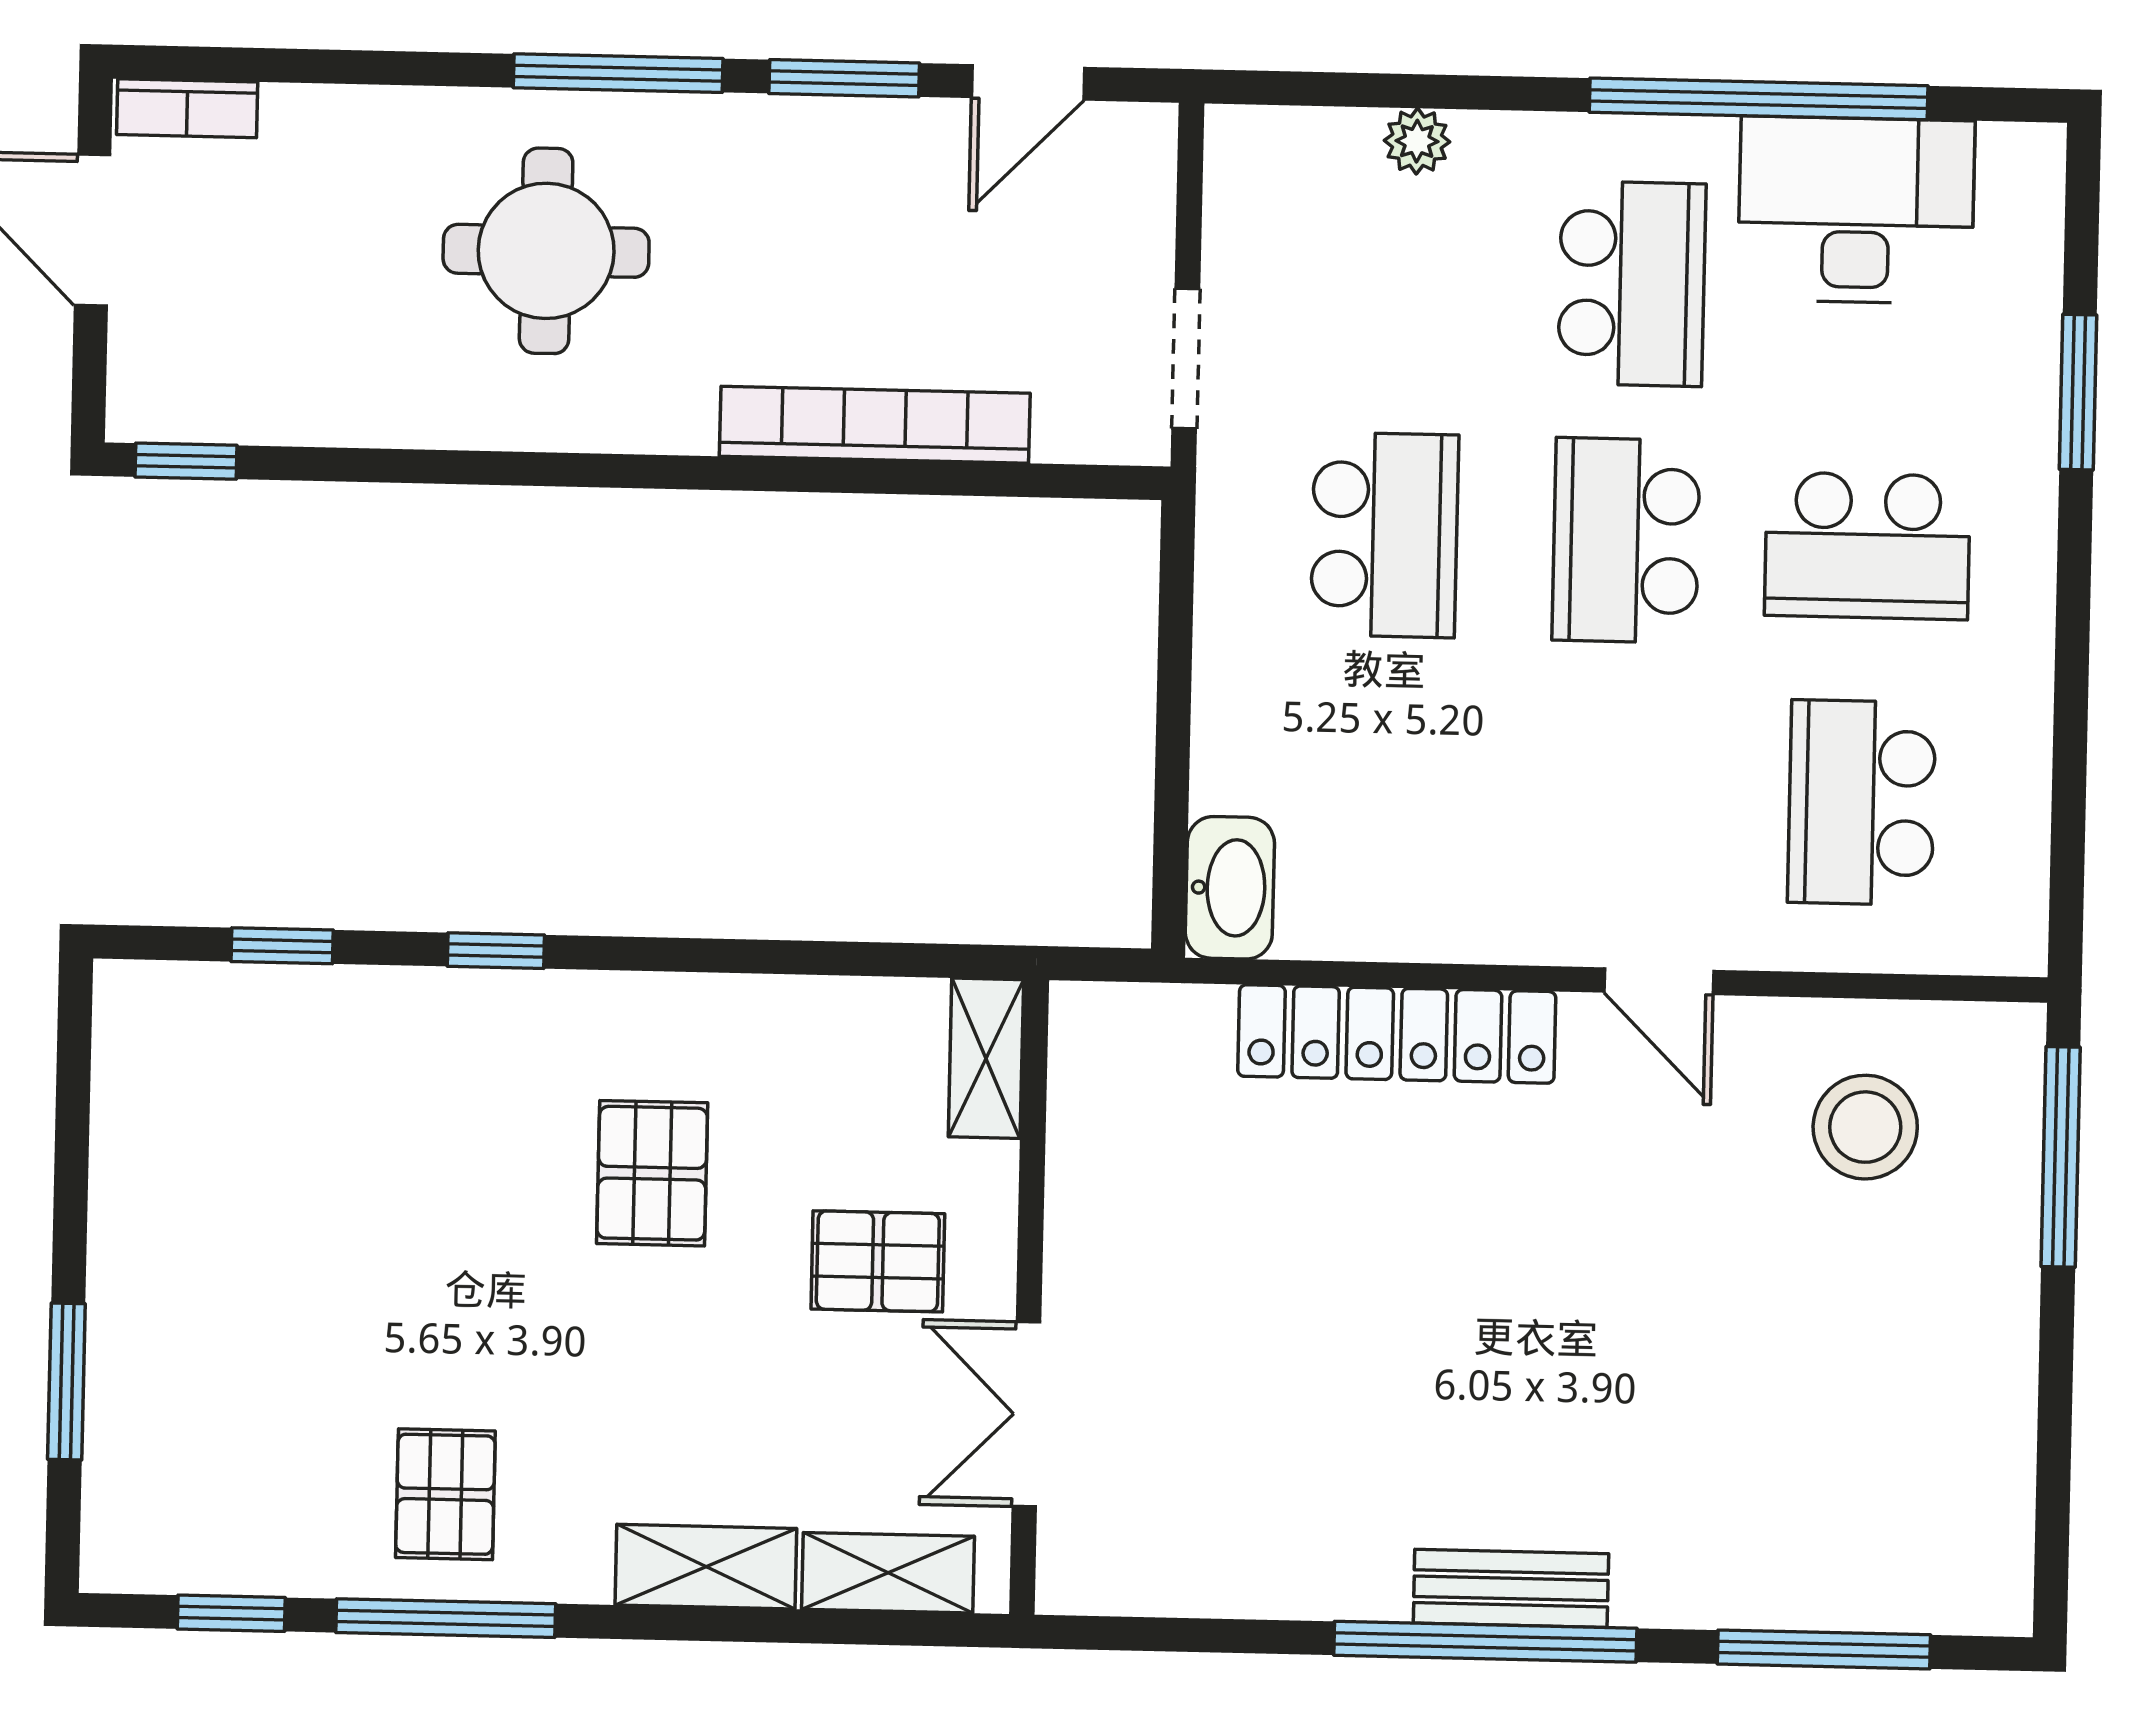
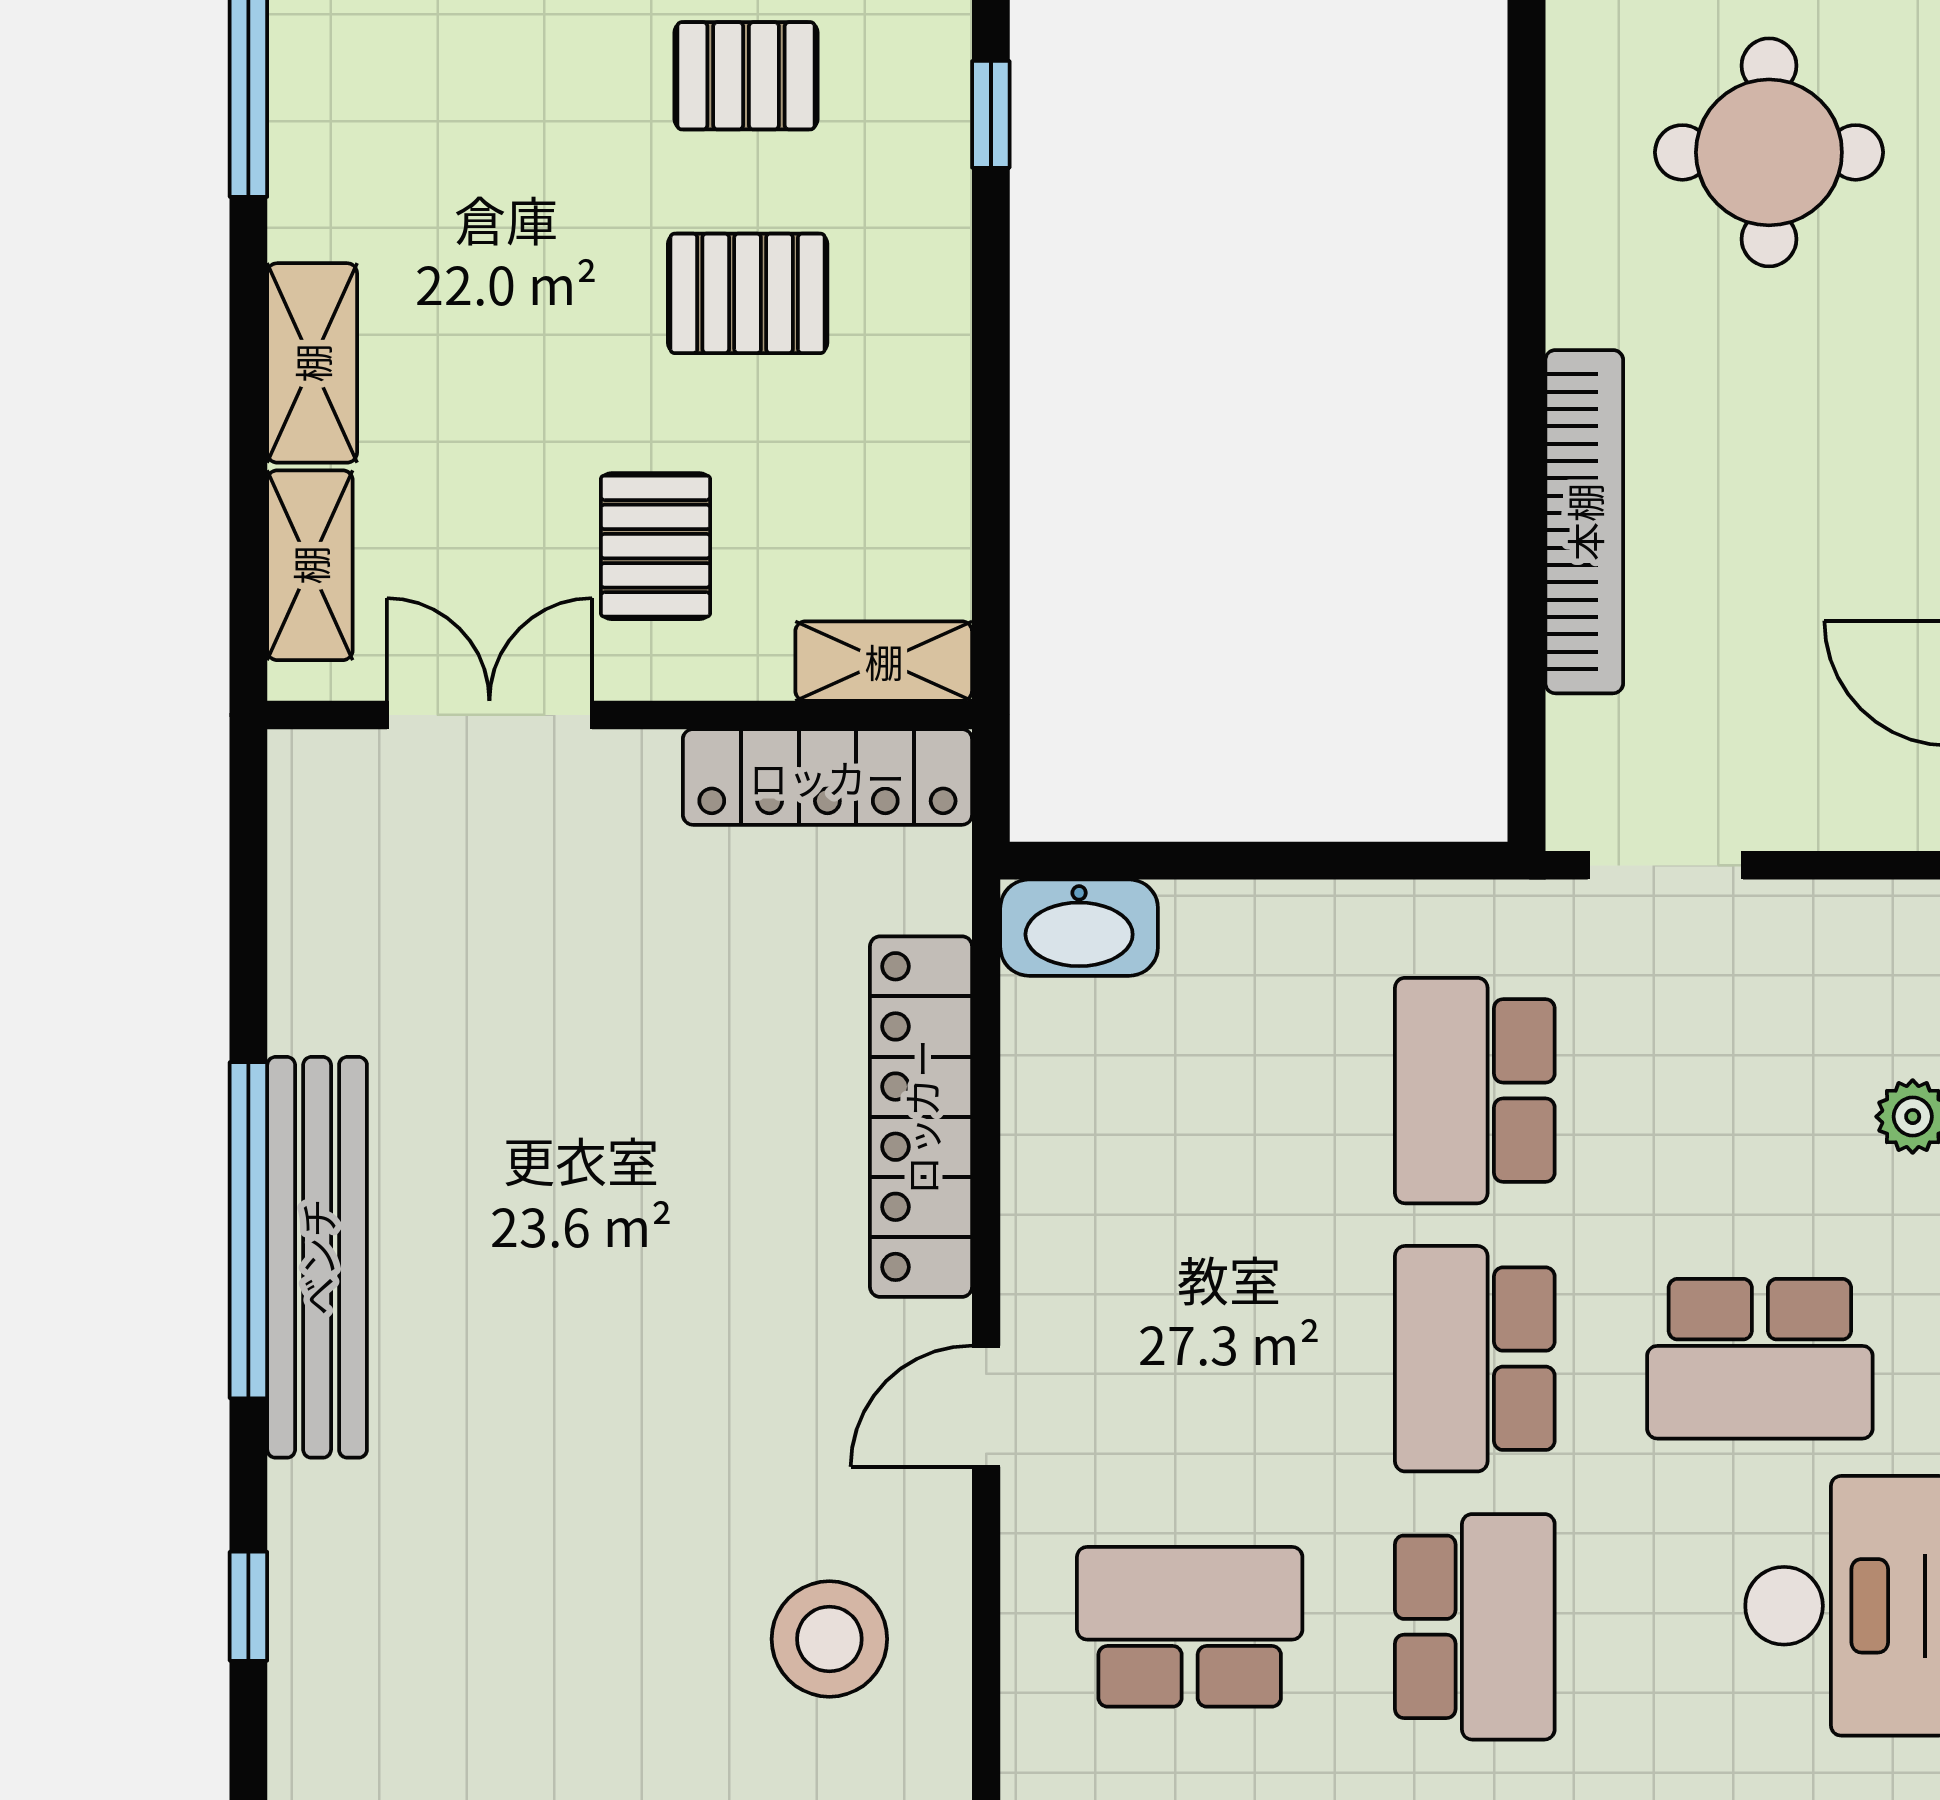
school desk: (1385, 535) -> (1475, 1091), turned 90
school desk: (1626, 540) -> (1475, 1359), turned -90
school desk: (1867, 546) -> (1475, 1627), turned 180
locker: (1089, 1111) -> (827, 777), added
pallet: (445, 1494) -> (746, 76), moved
bench: (1511, 1588) -> (317, 1257), width x1.86, depth x1.21
window: (1824, 1649) -> (248, 1606), width x0.46

